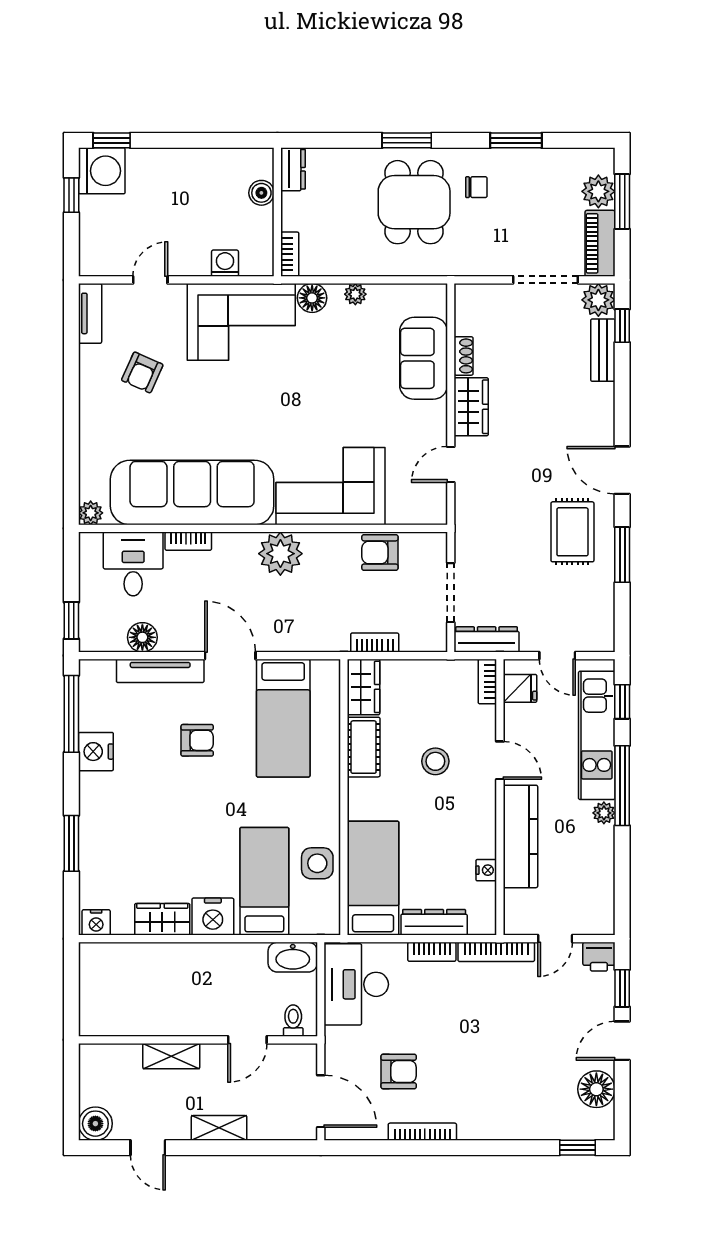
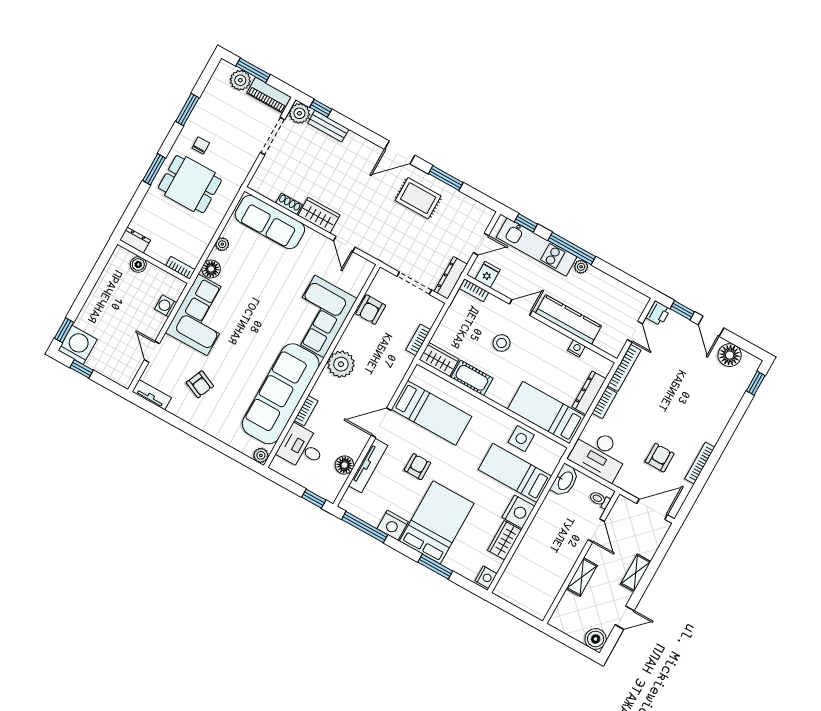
sofa: (424, 358) -> (270, 222), width x1.36
bed: (134, 811) -> (437, 522), added

